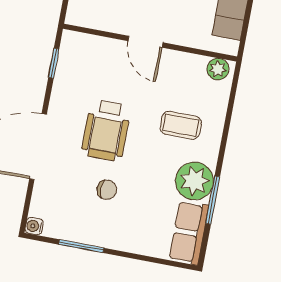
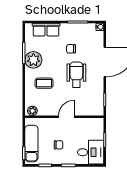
door: (145, 42) -> (66, 117), hinge flipped
row of seats: (189, 233) -> (46, 30), moved, turned 90

